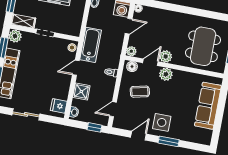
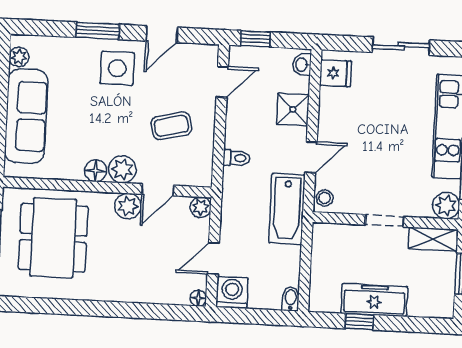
floor lamp: (132, 66) -> (96, 171), moved
plant: (208, 134) -> (19, 57), added

